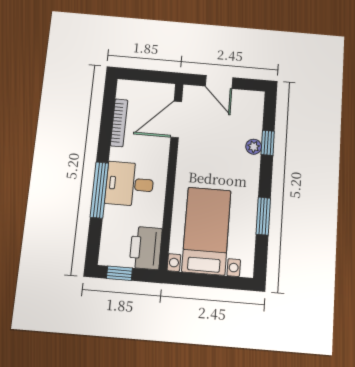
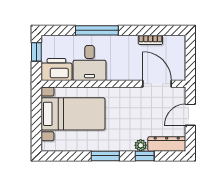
dresser: (254, 114) -> (167, 144), added
bookcase: (119, 123) -> (150, 40), width x0.64
desk: (130, 184) -> (90, 63), moved, turned 180
window: (263, 216) -> (105, 156), moved

